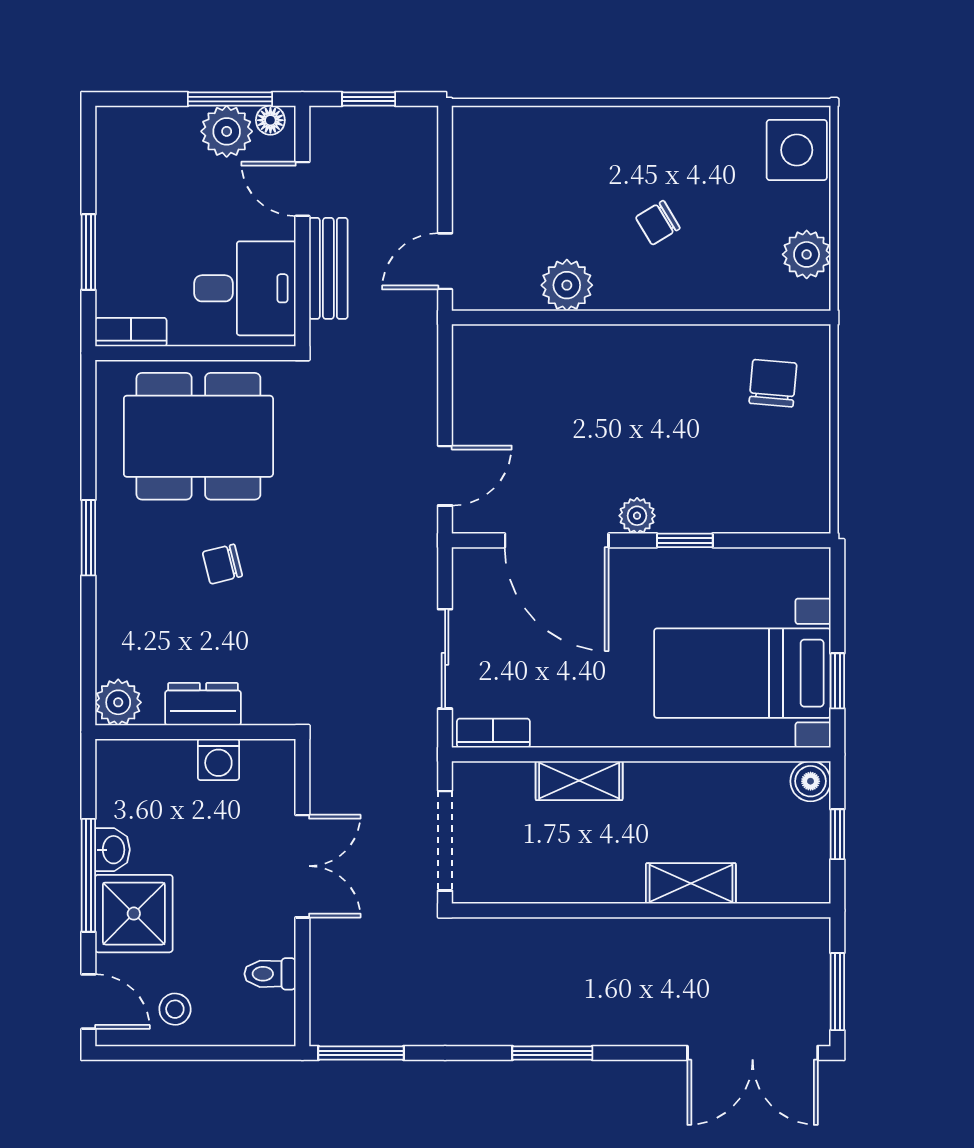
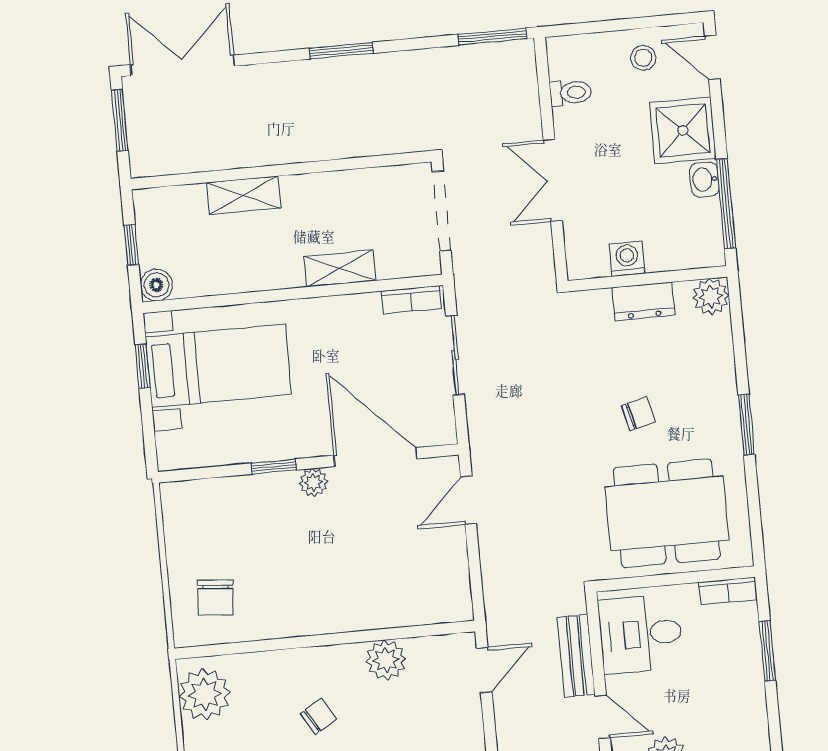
plant: (807, 254) -> (205, 694), width x1.36, depth x1.36
window: (88, 875) -> (726, 204), moved

